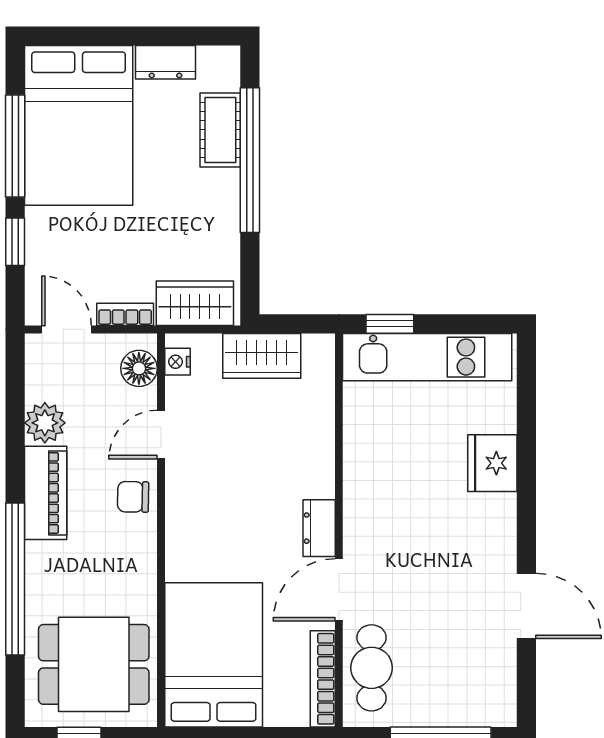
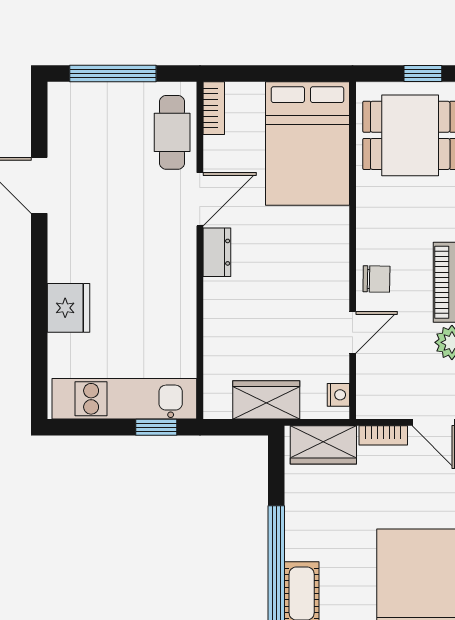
floor lamp: (139, 368) -> (371, 389), removed
bookcase: (323, 679) -> (214, 108), width x0.64

